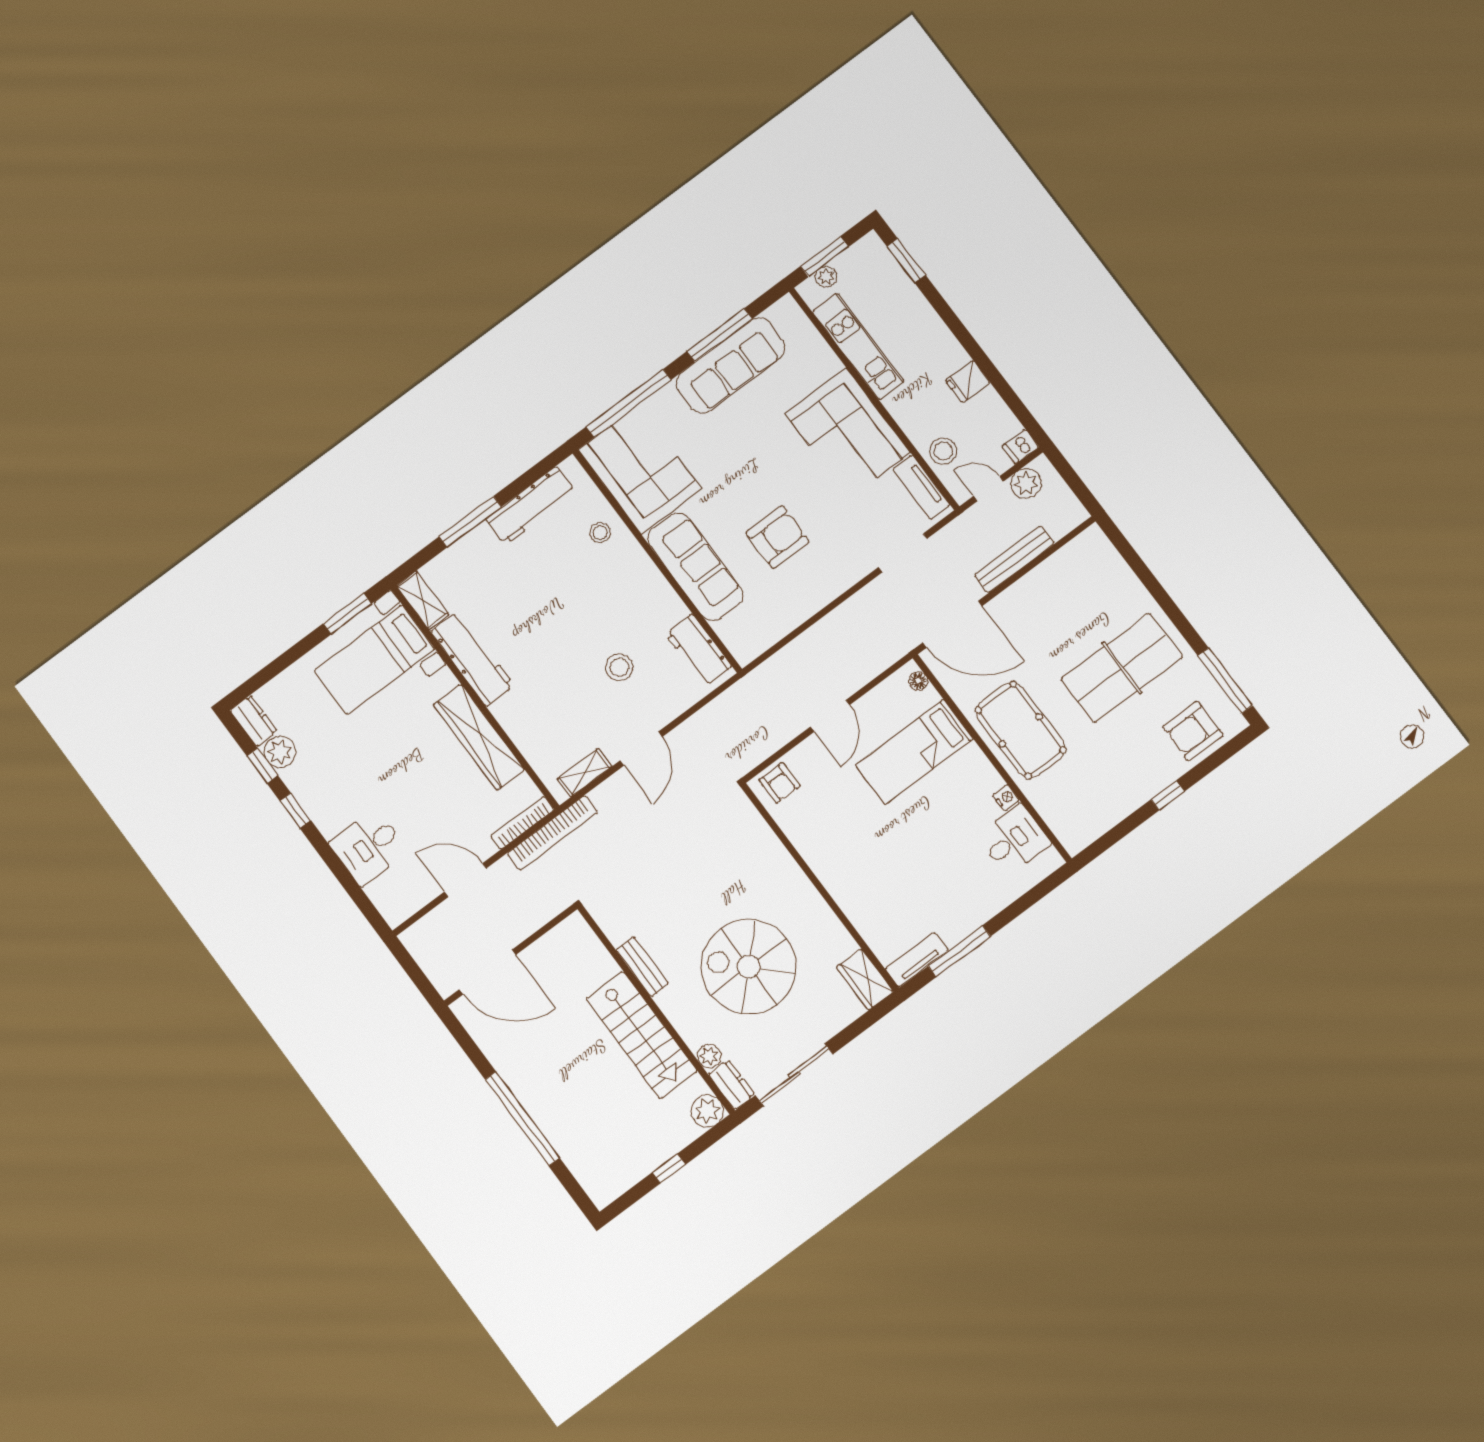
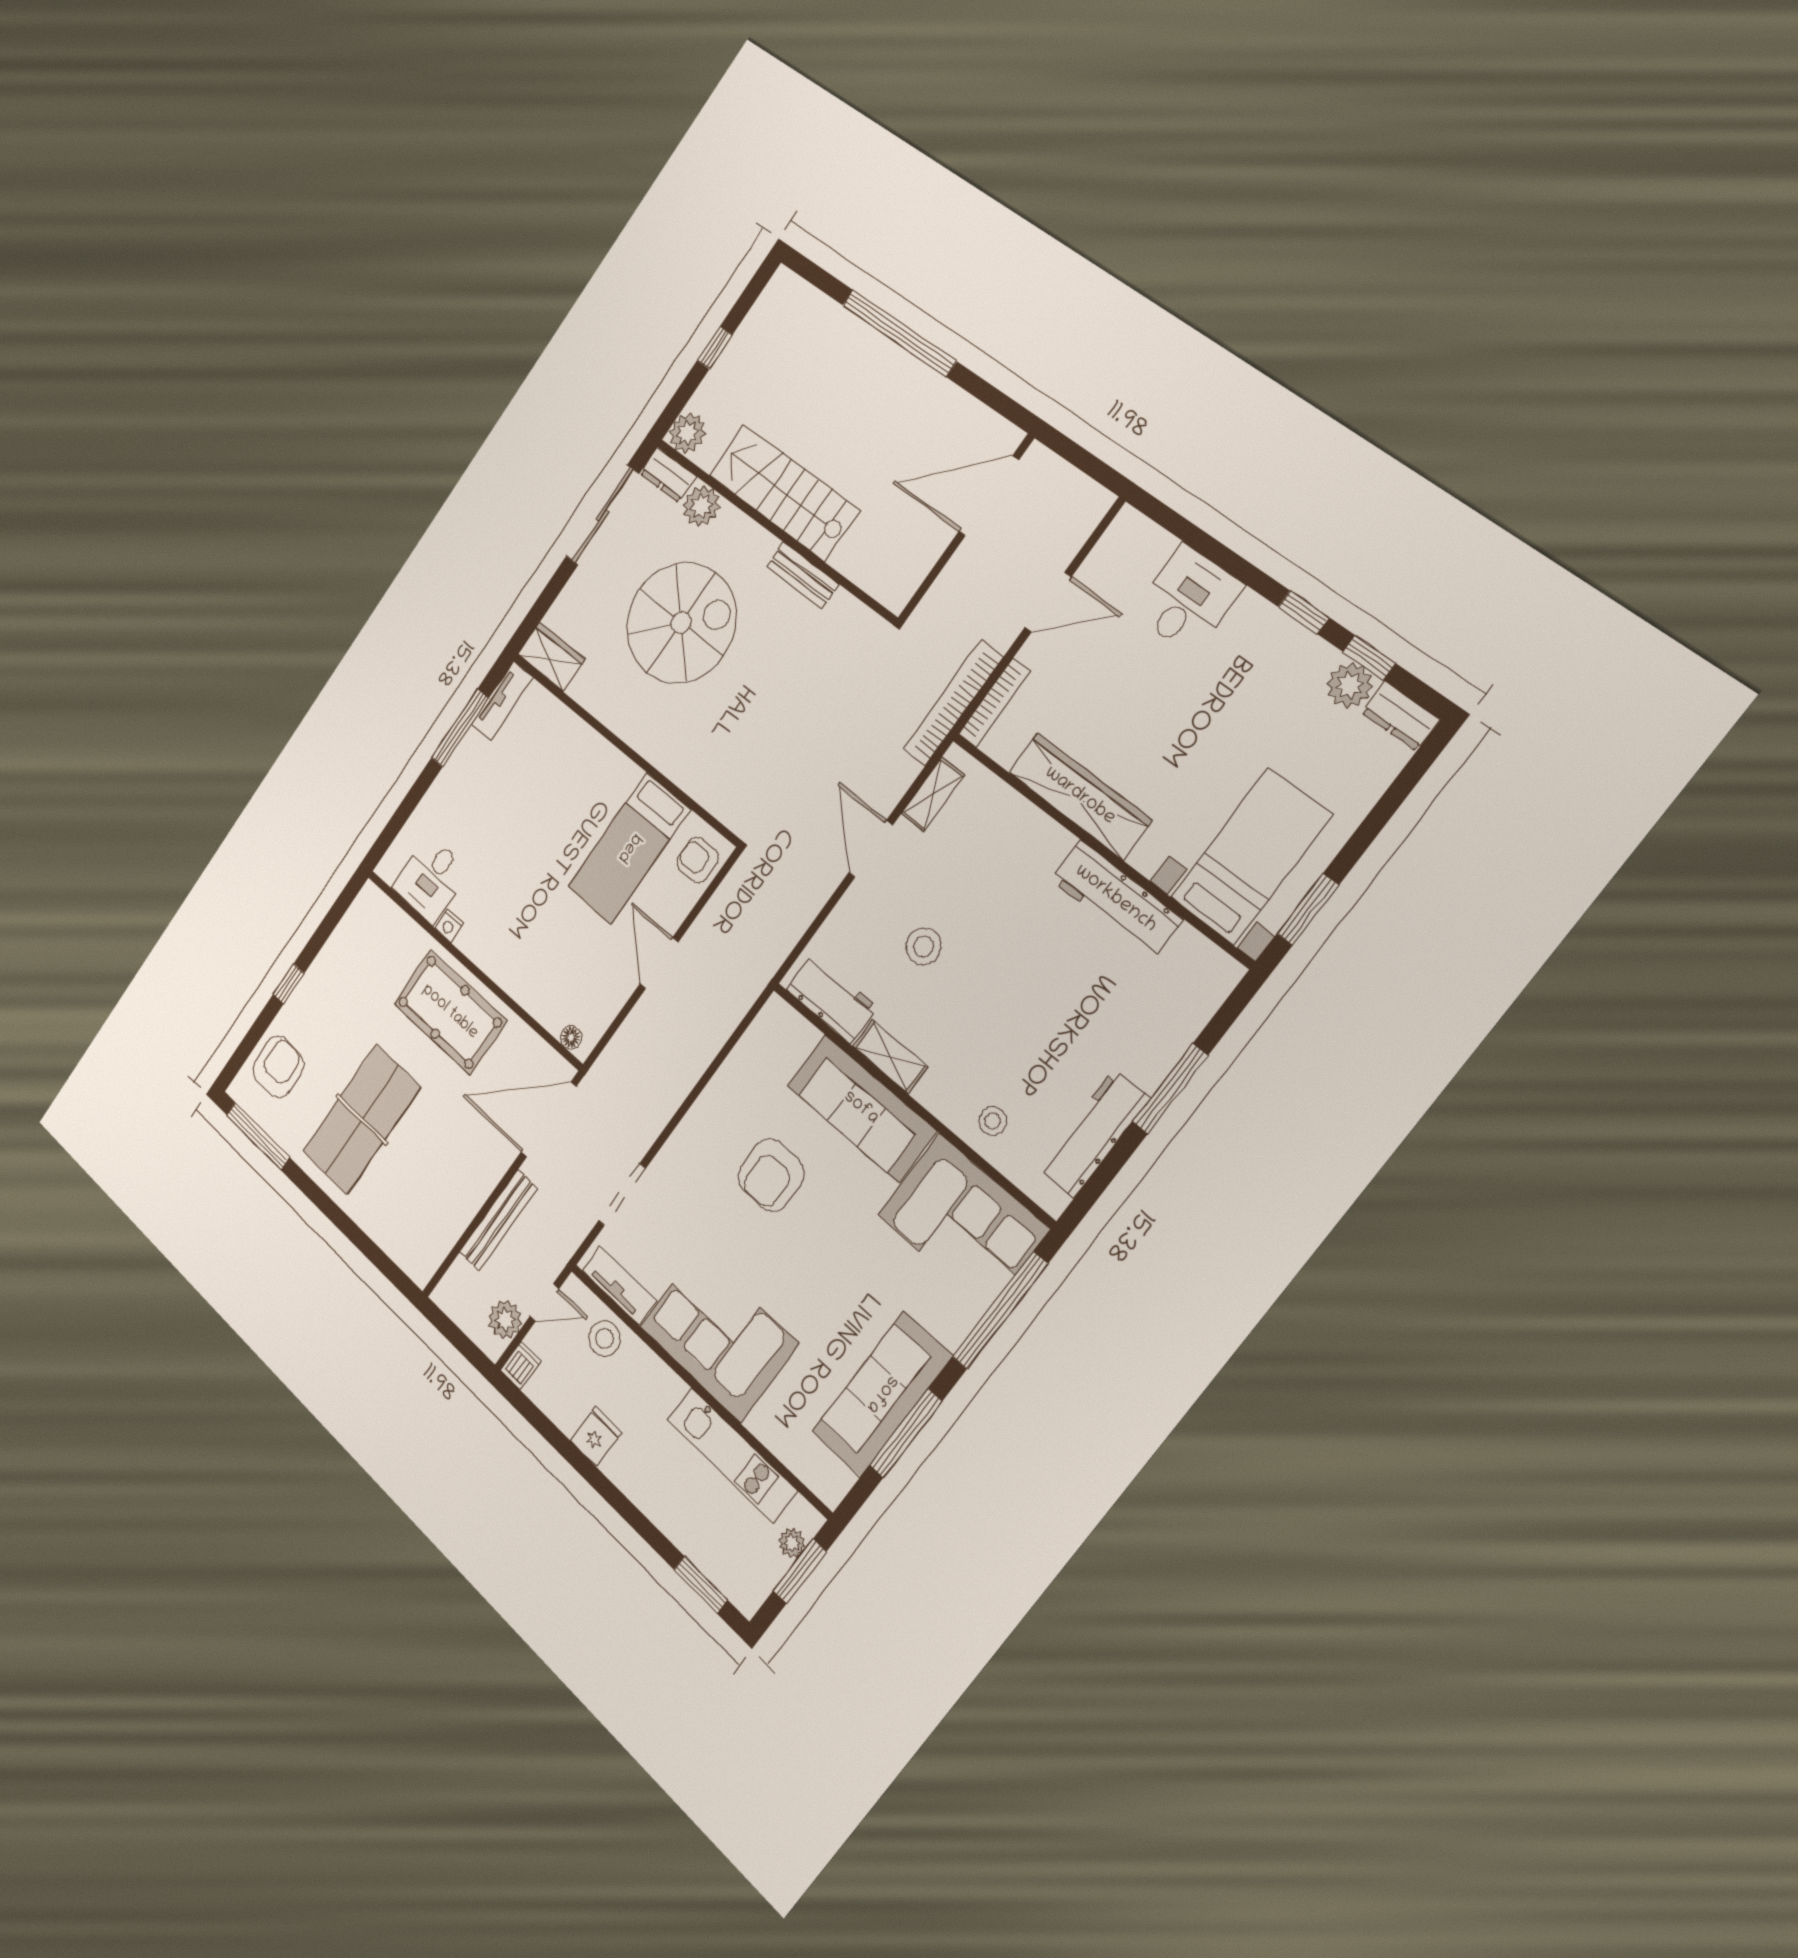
shelving: (423, 600) -> (890, 1057), moved
bed: (914, 752) -> (629, 848), moved, turned 180
plant: (709, 1056) -> (701, 506), width x1.38, depth x1.38

